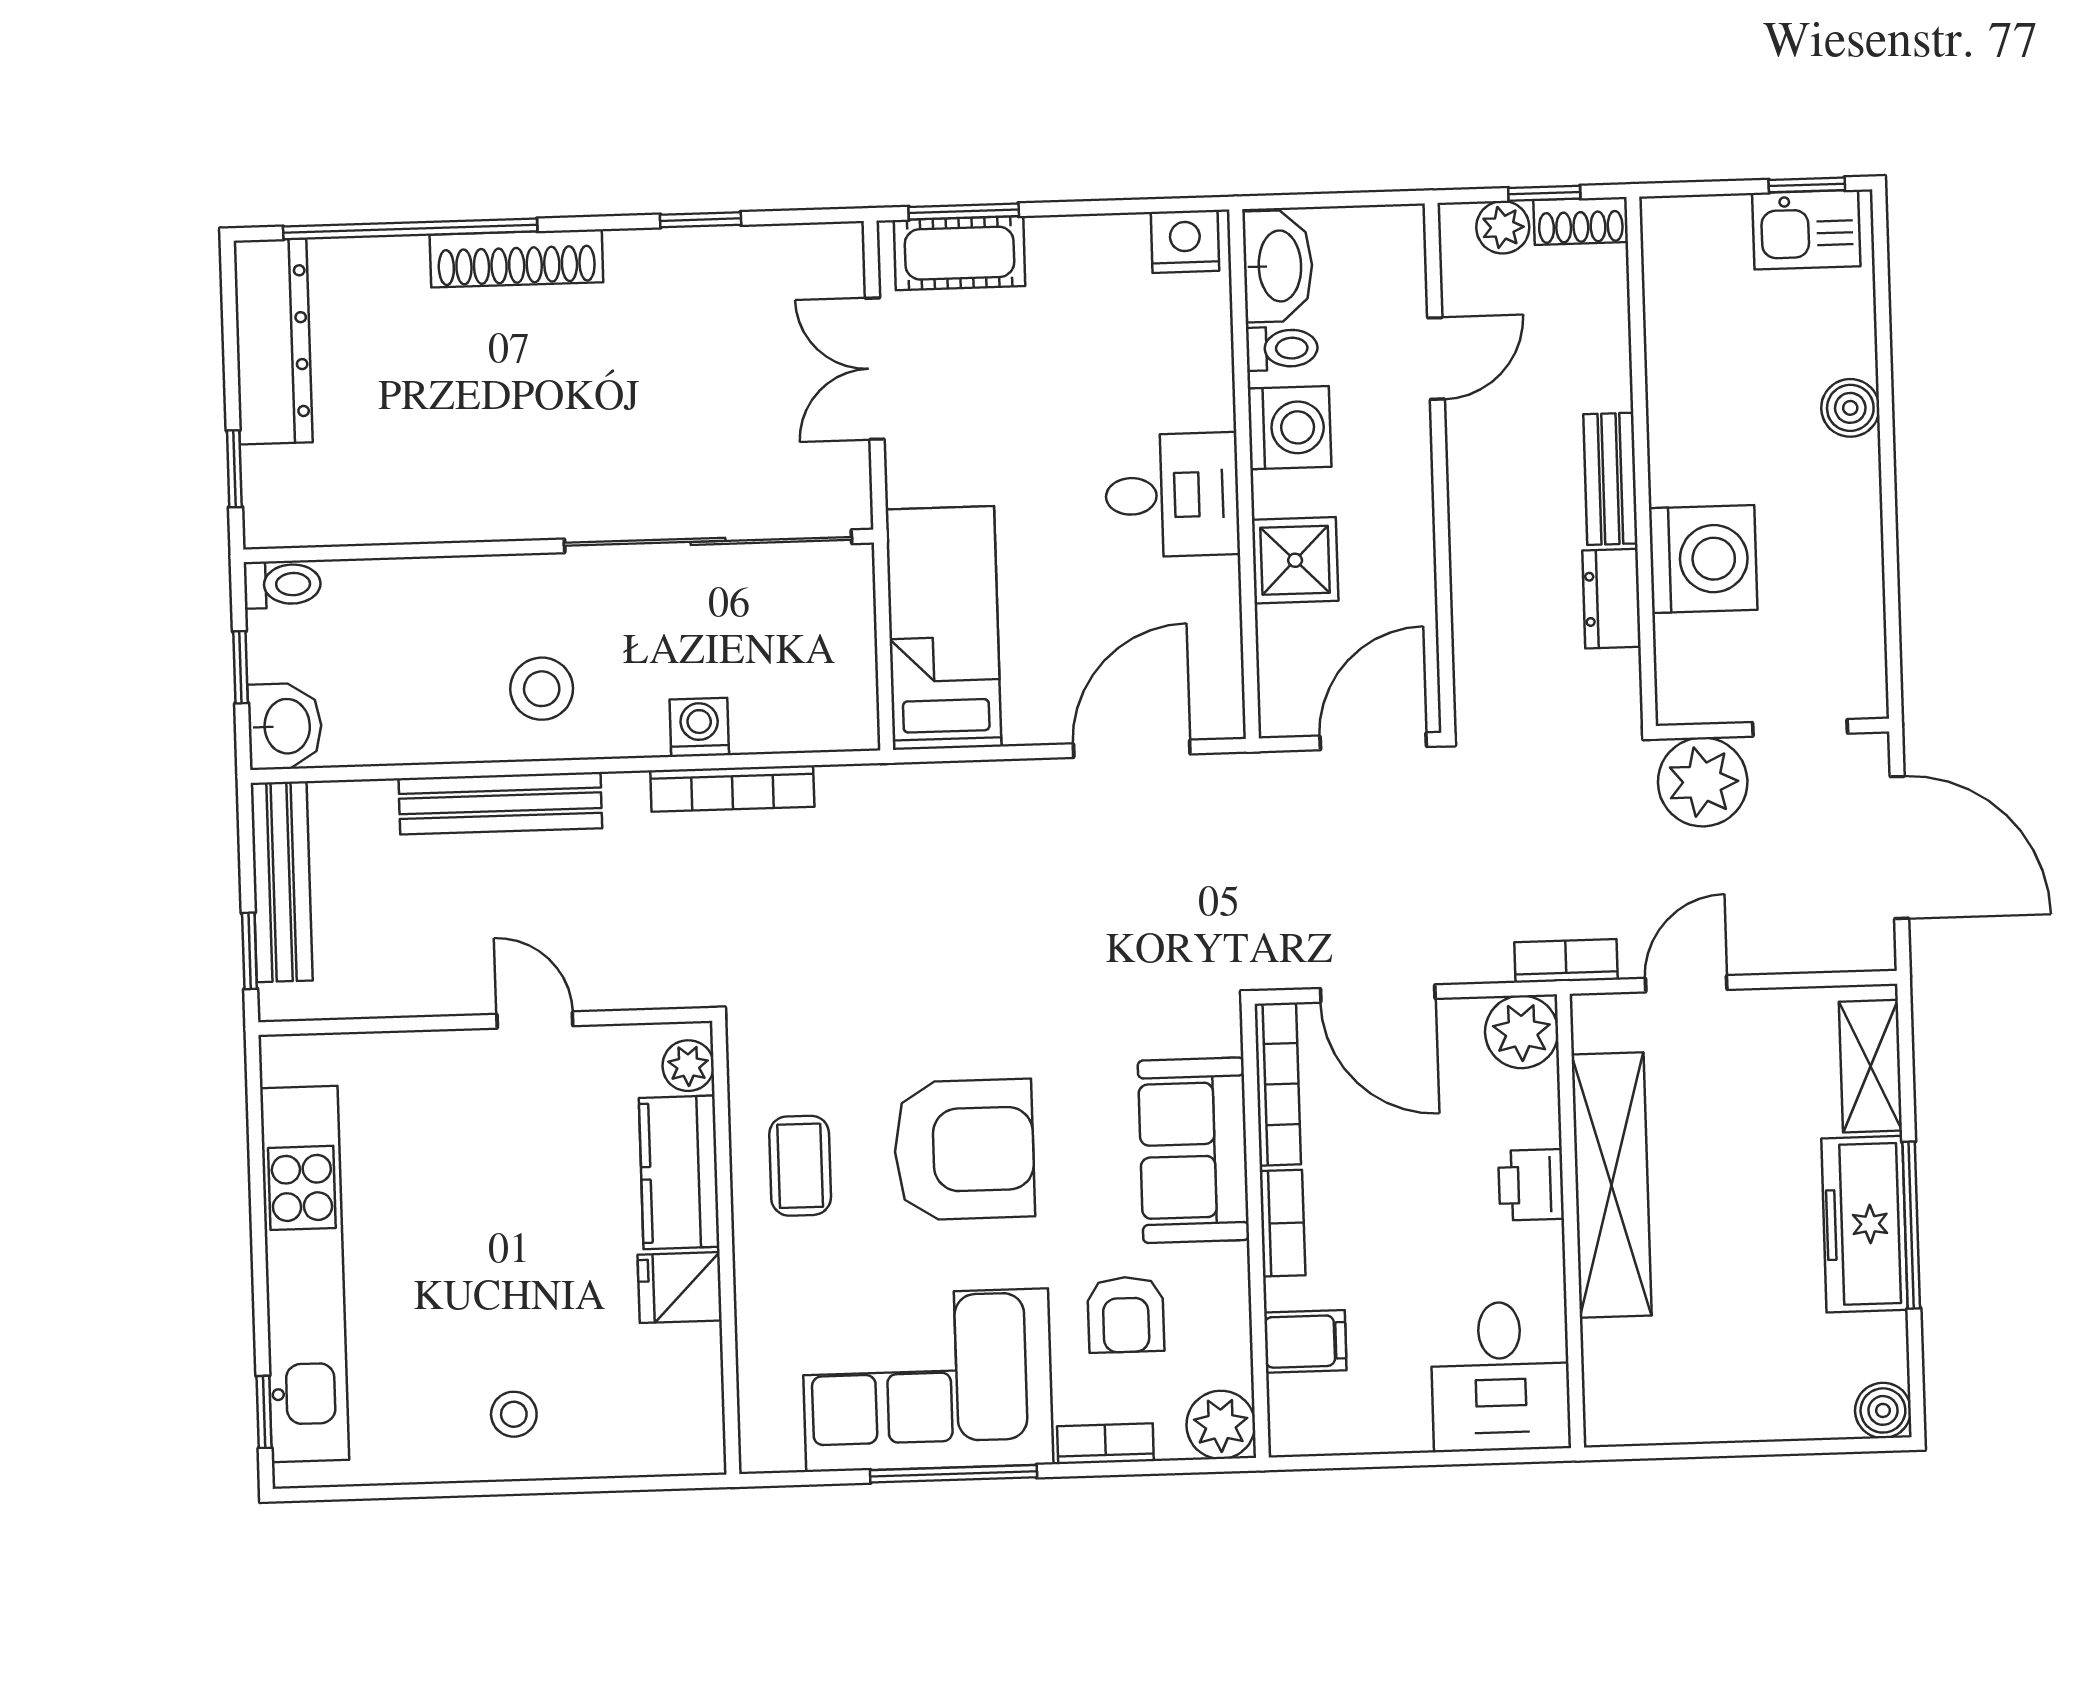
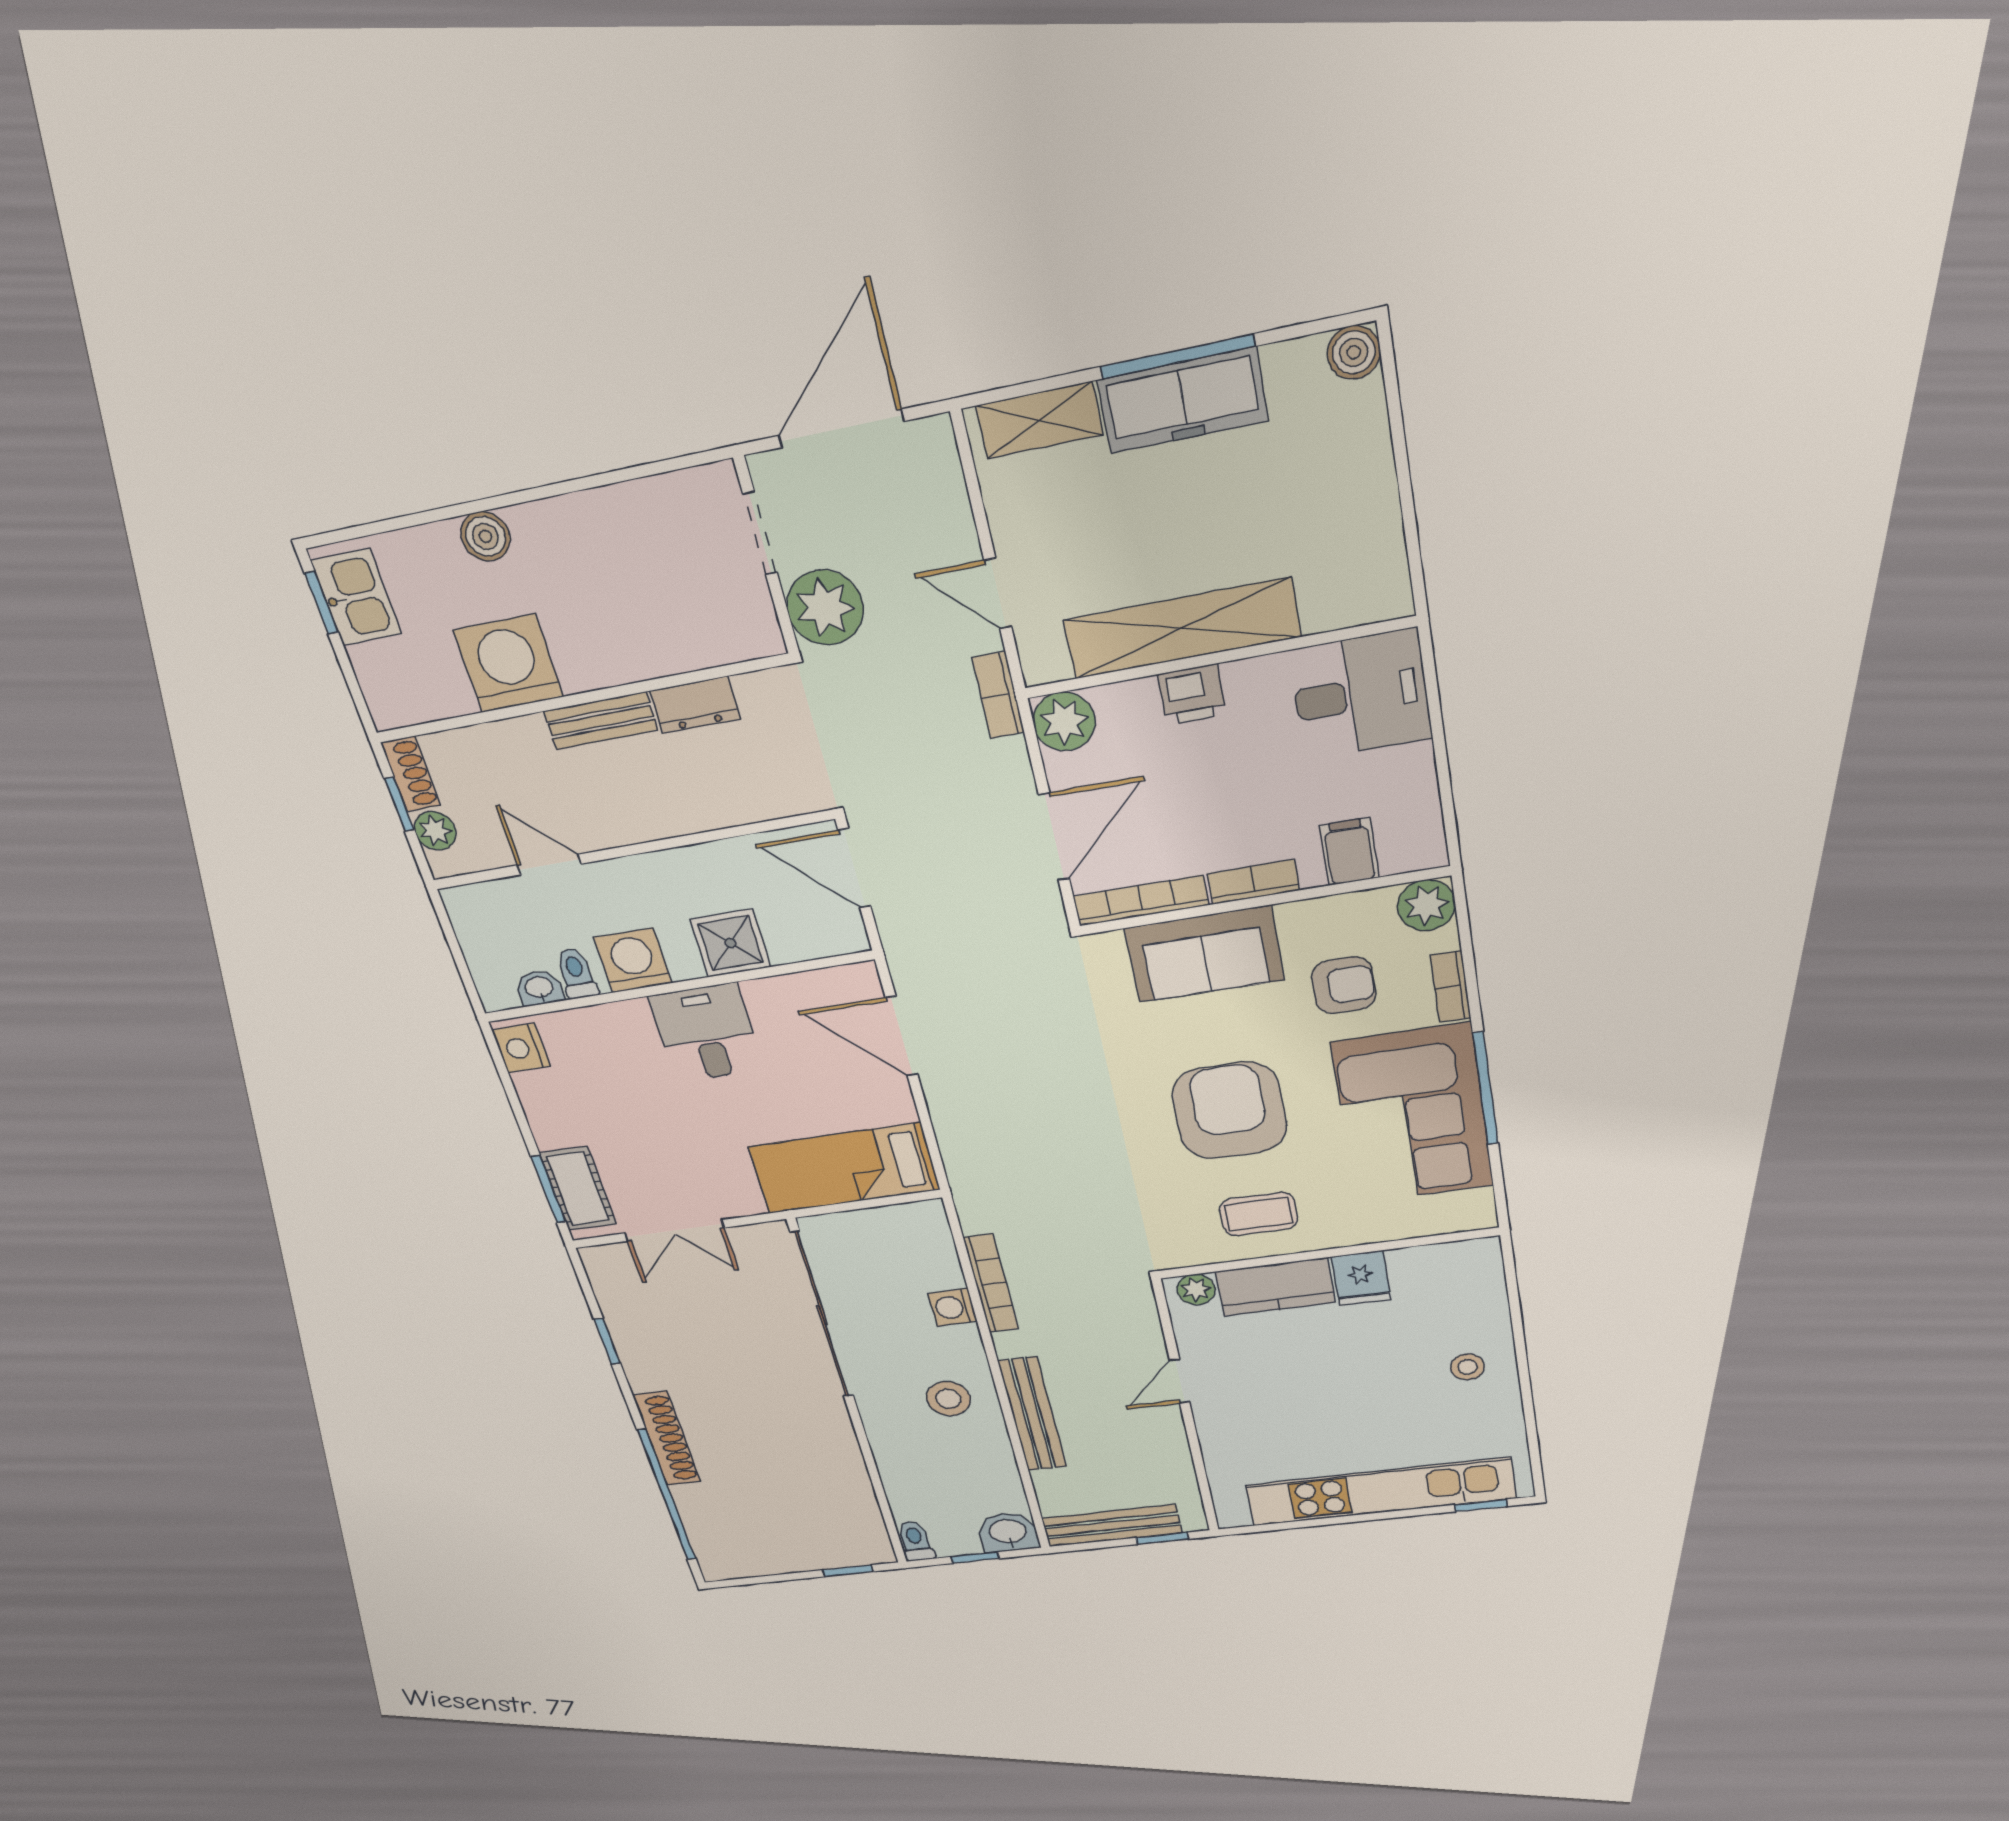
washbasin: (1278, 266) -> (539, 988), width x0.52, depth x0.69
dresser: (273, 342) -> (761, 1558), removed
washing machine: (1703, 559) -> (508, 664), moved

